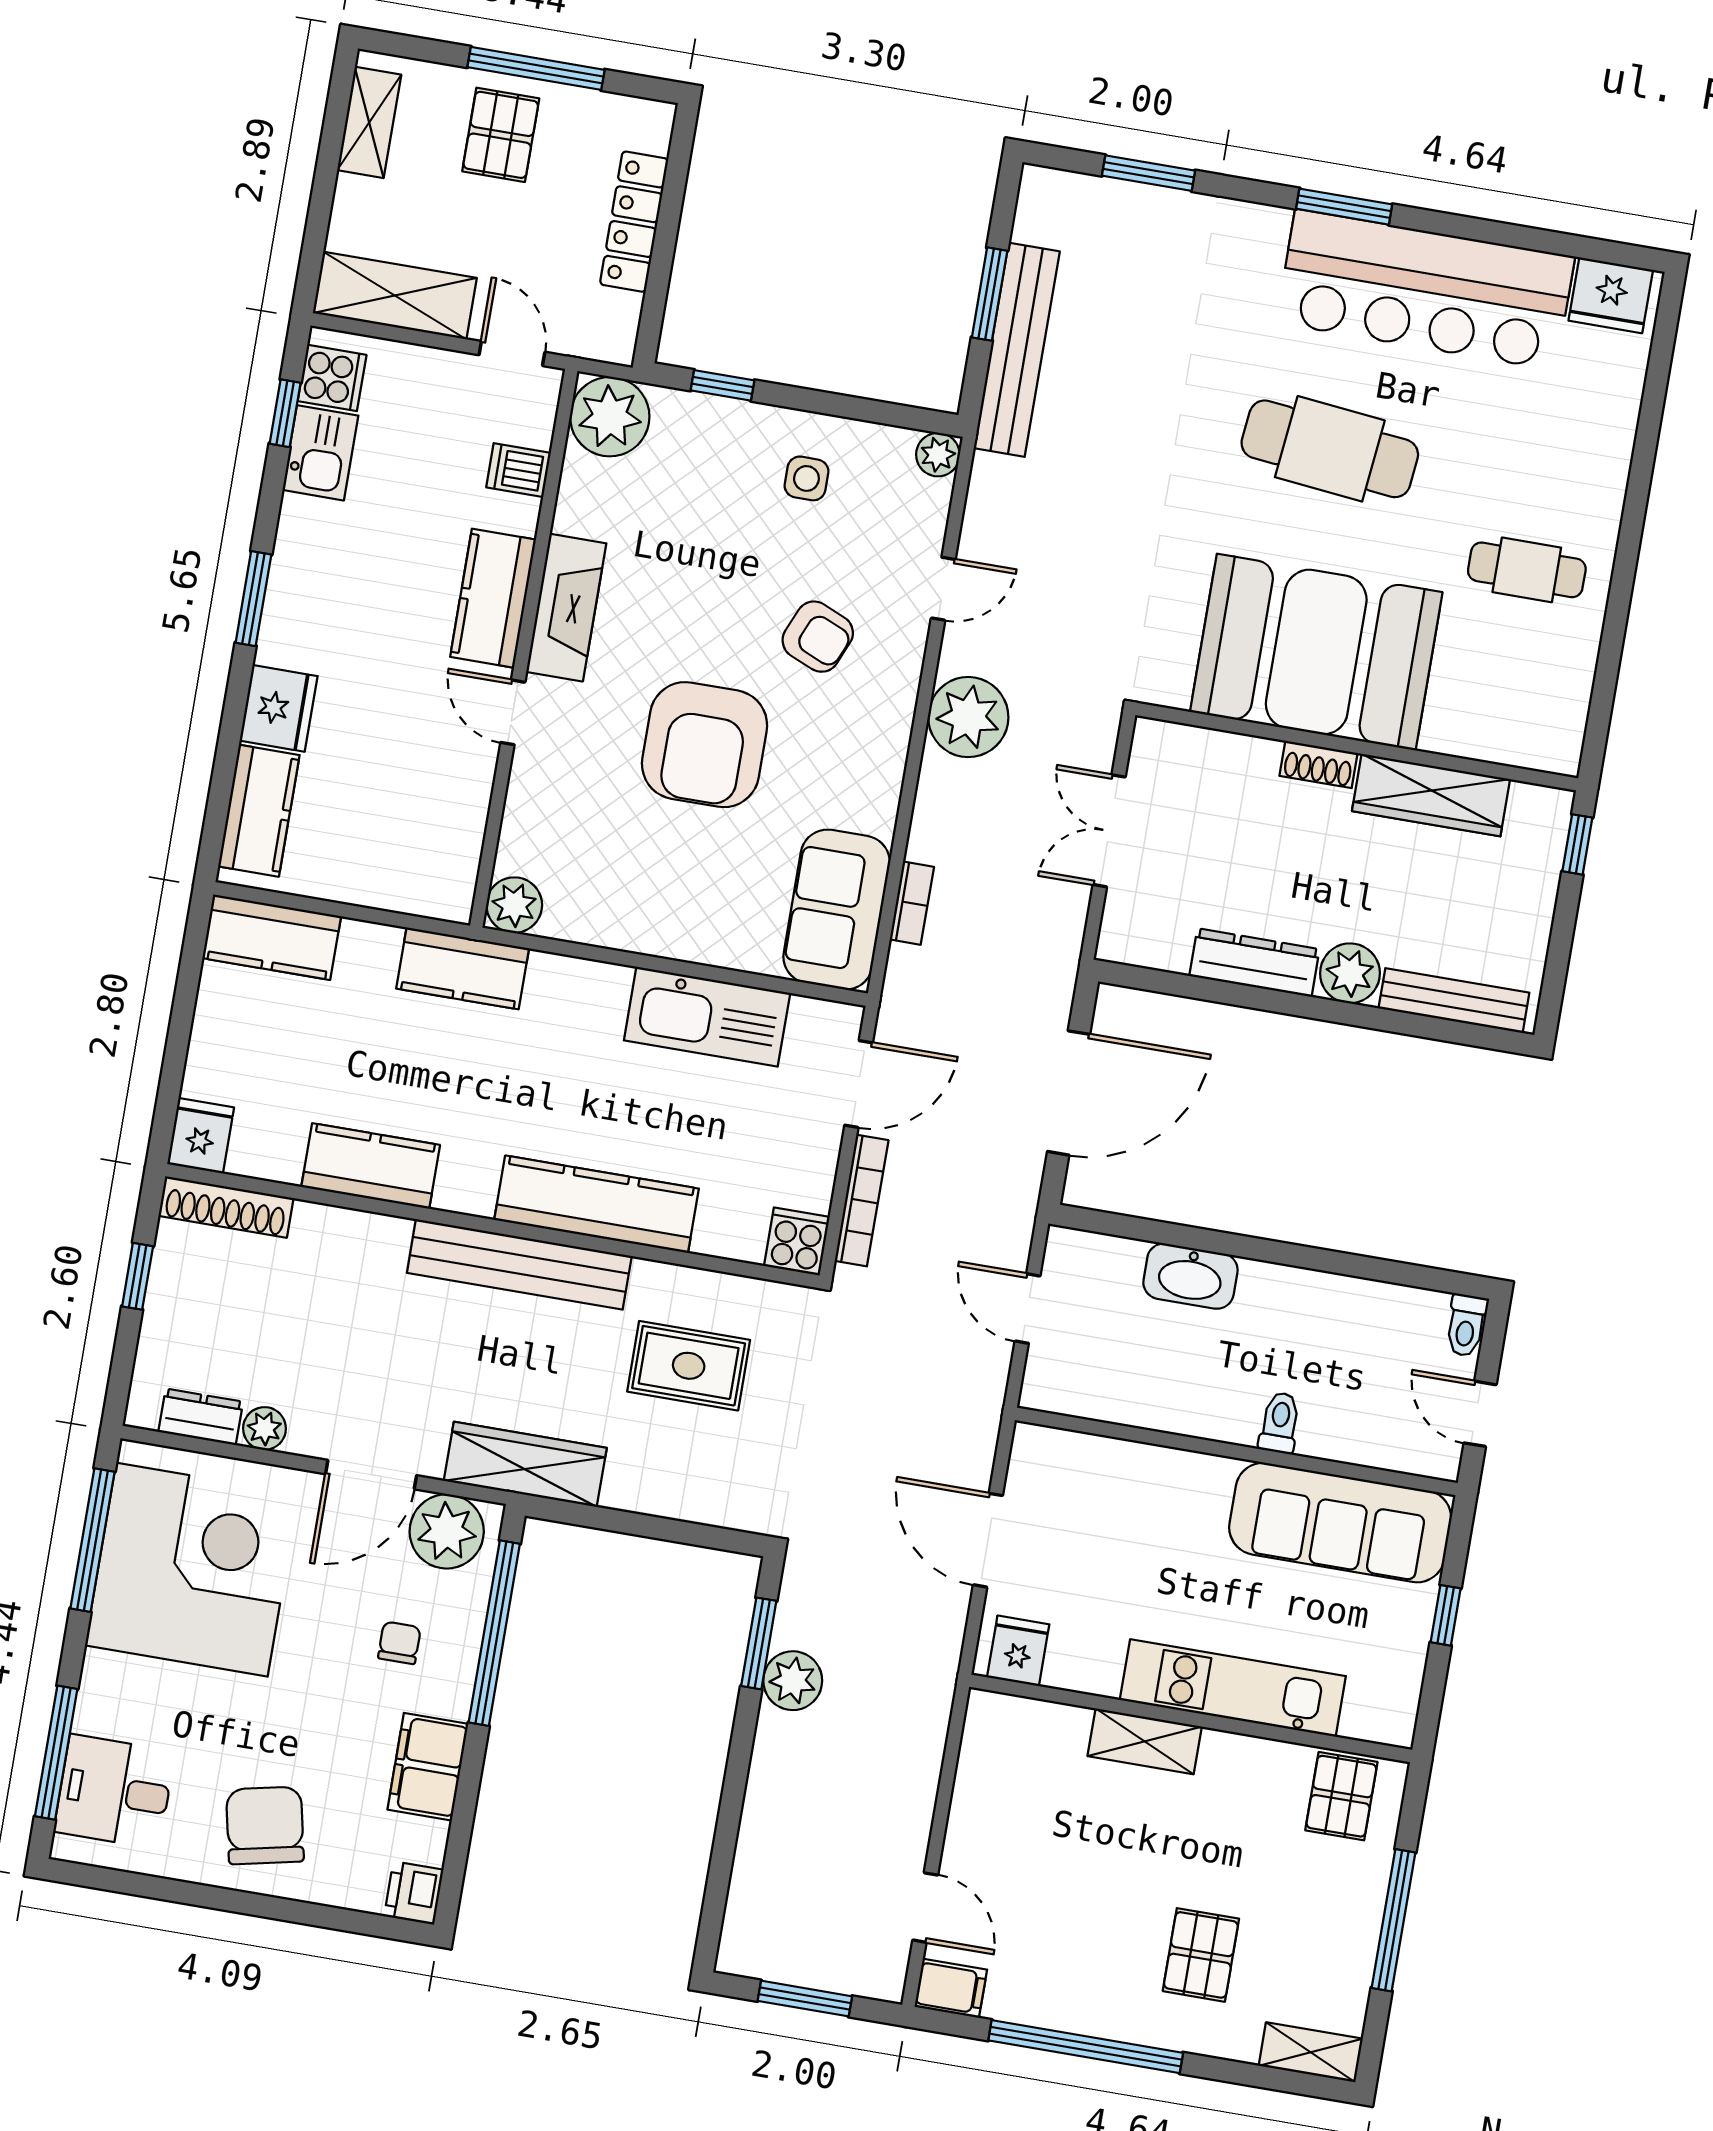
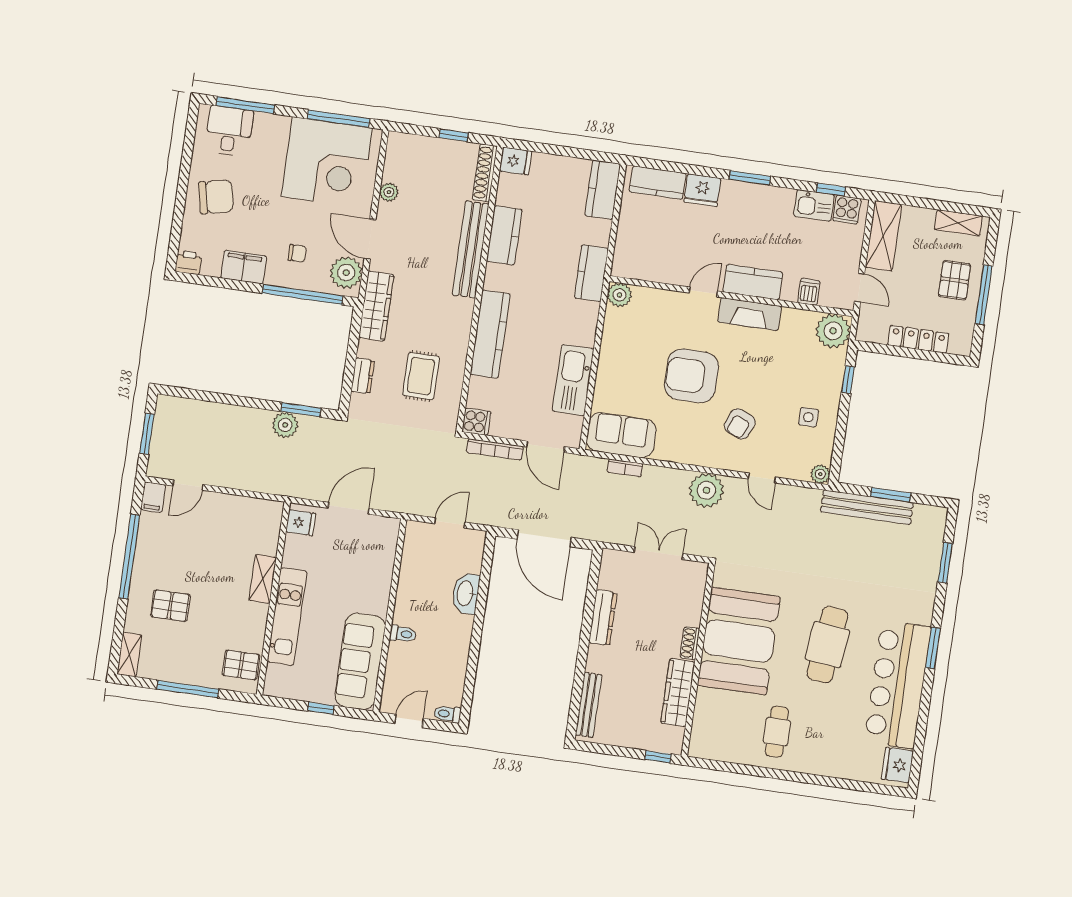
pallet: (501, 135) -> (954, 280), turned 90
door: (512, 354) -> (859, 288), hinge flipped
plant: (1350, 973) -> (599, 659), removed
bench: (519, 1264) -> (471, 249), moved
dresser: (201, 1417) -> (363, 376), moved

